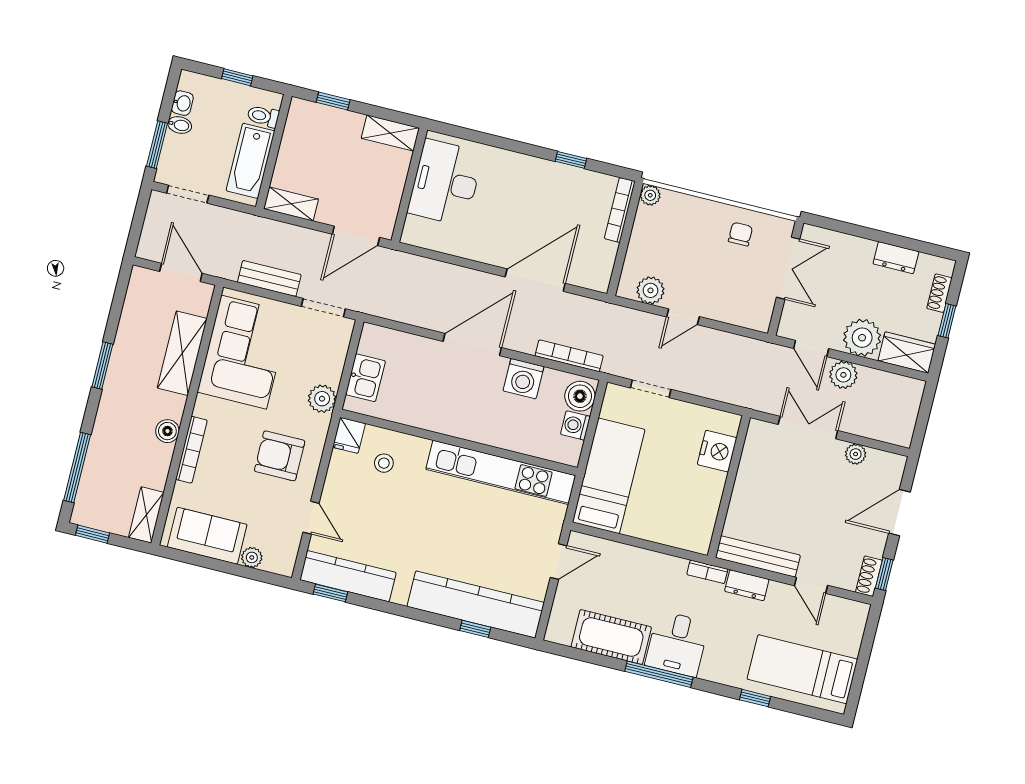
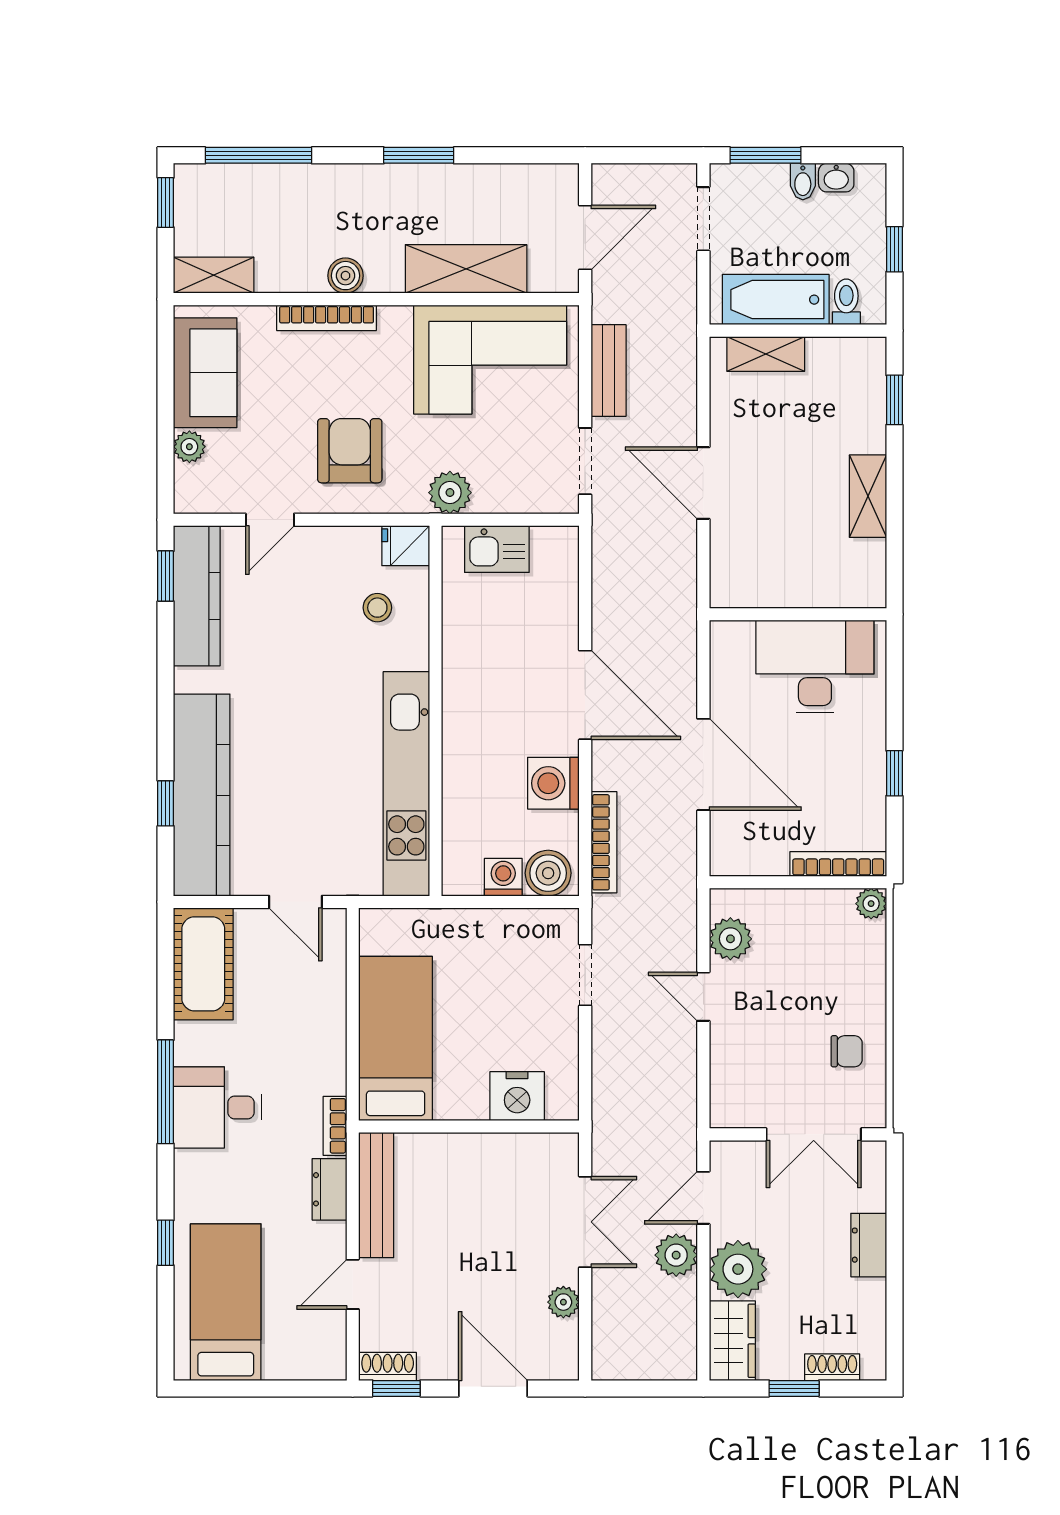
desk: (445, 182) -> (815, 667), moved
wall: (409, 185) -> (798, 614), moved
shelving: (291, 204) -> (766, 354), moved, turned 90
dresser: (896, 258) -> (869, 1245), moved
bed: (609, 476) -> (396, 1038), moved, turned -90
cot: (611, 637) -> (203, 964), moved

